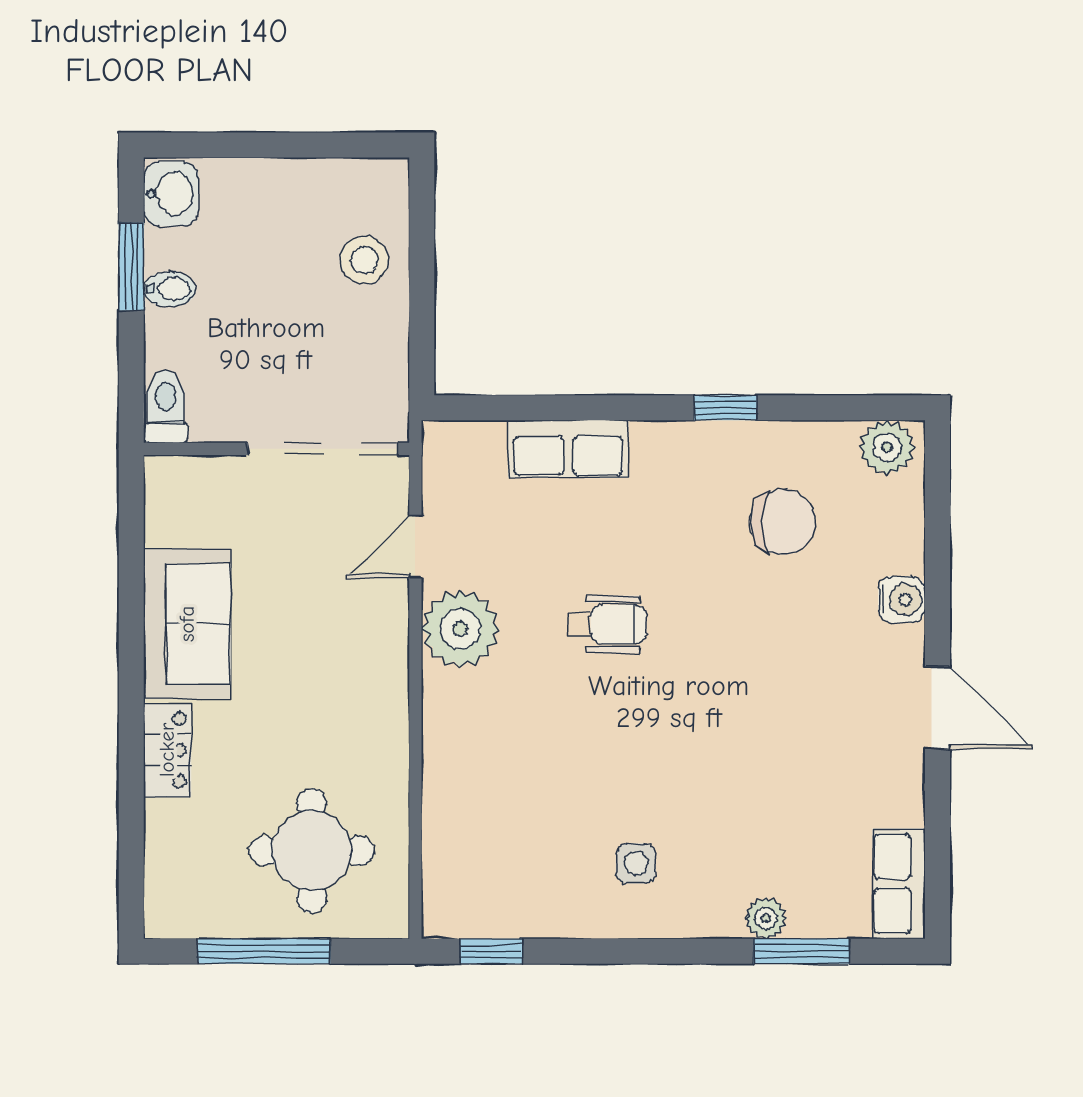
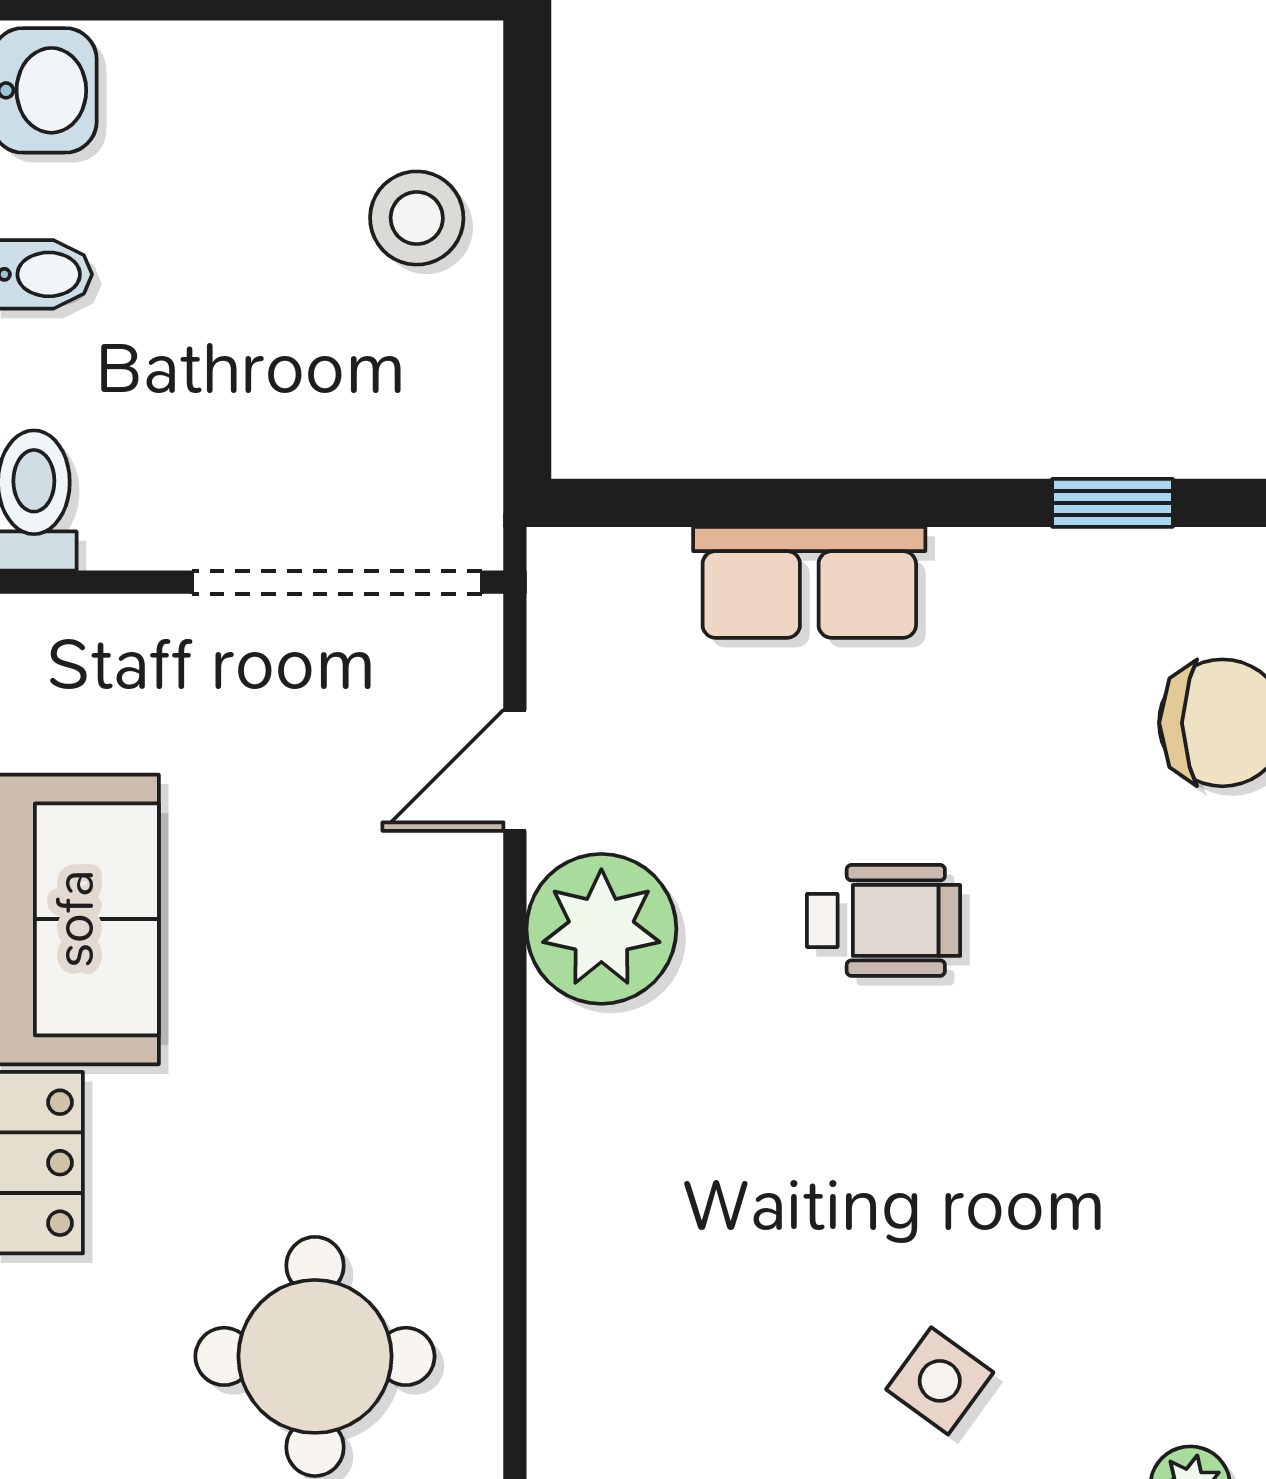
side table: (636, 863) -> (940, 1381), turned 36

